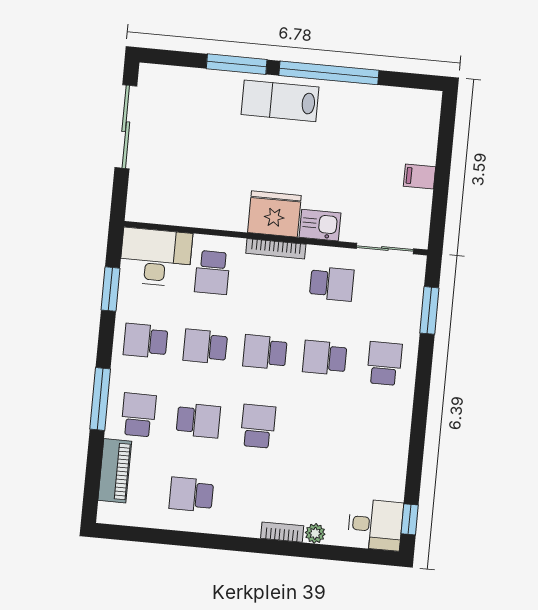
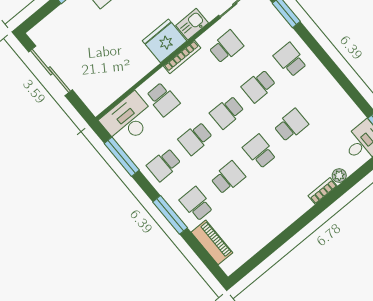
window: (110, 289) -> (122, 157), width x1.44
school desk: (191, 495) -> (291, 125), moved, turned 180

